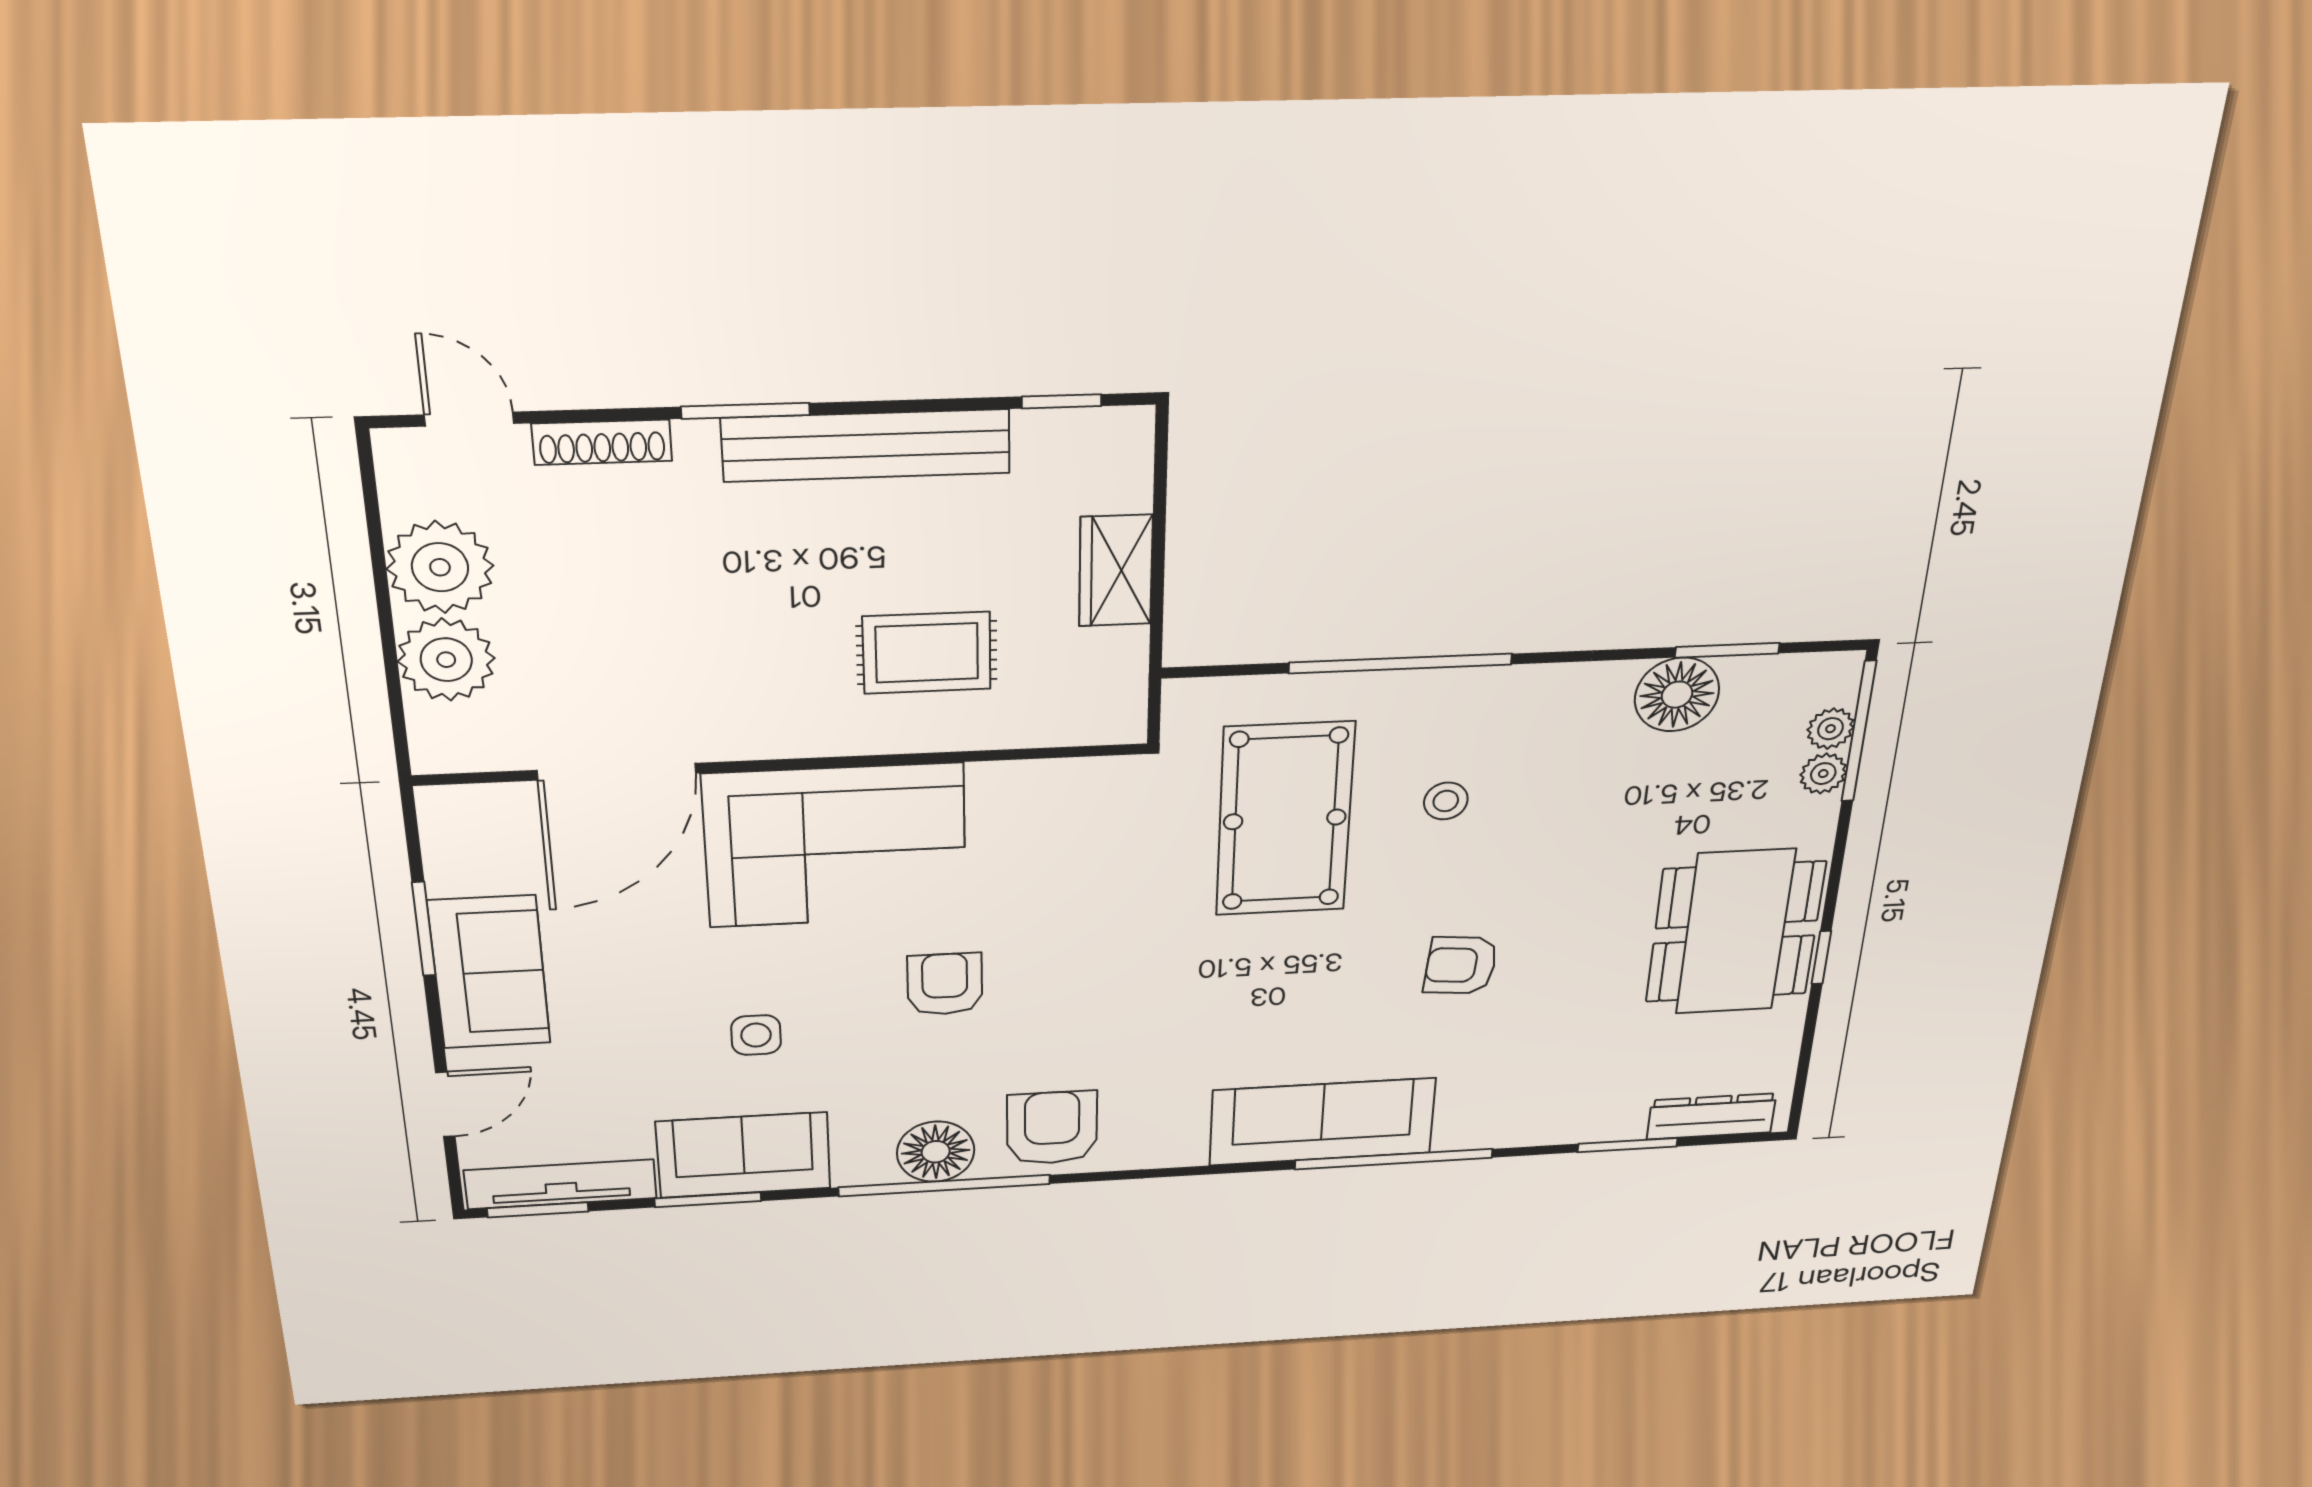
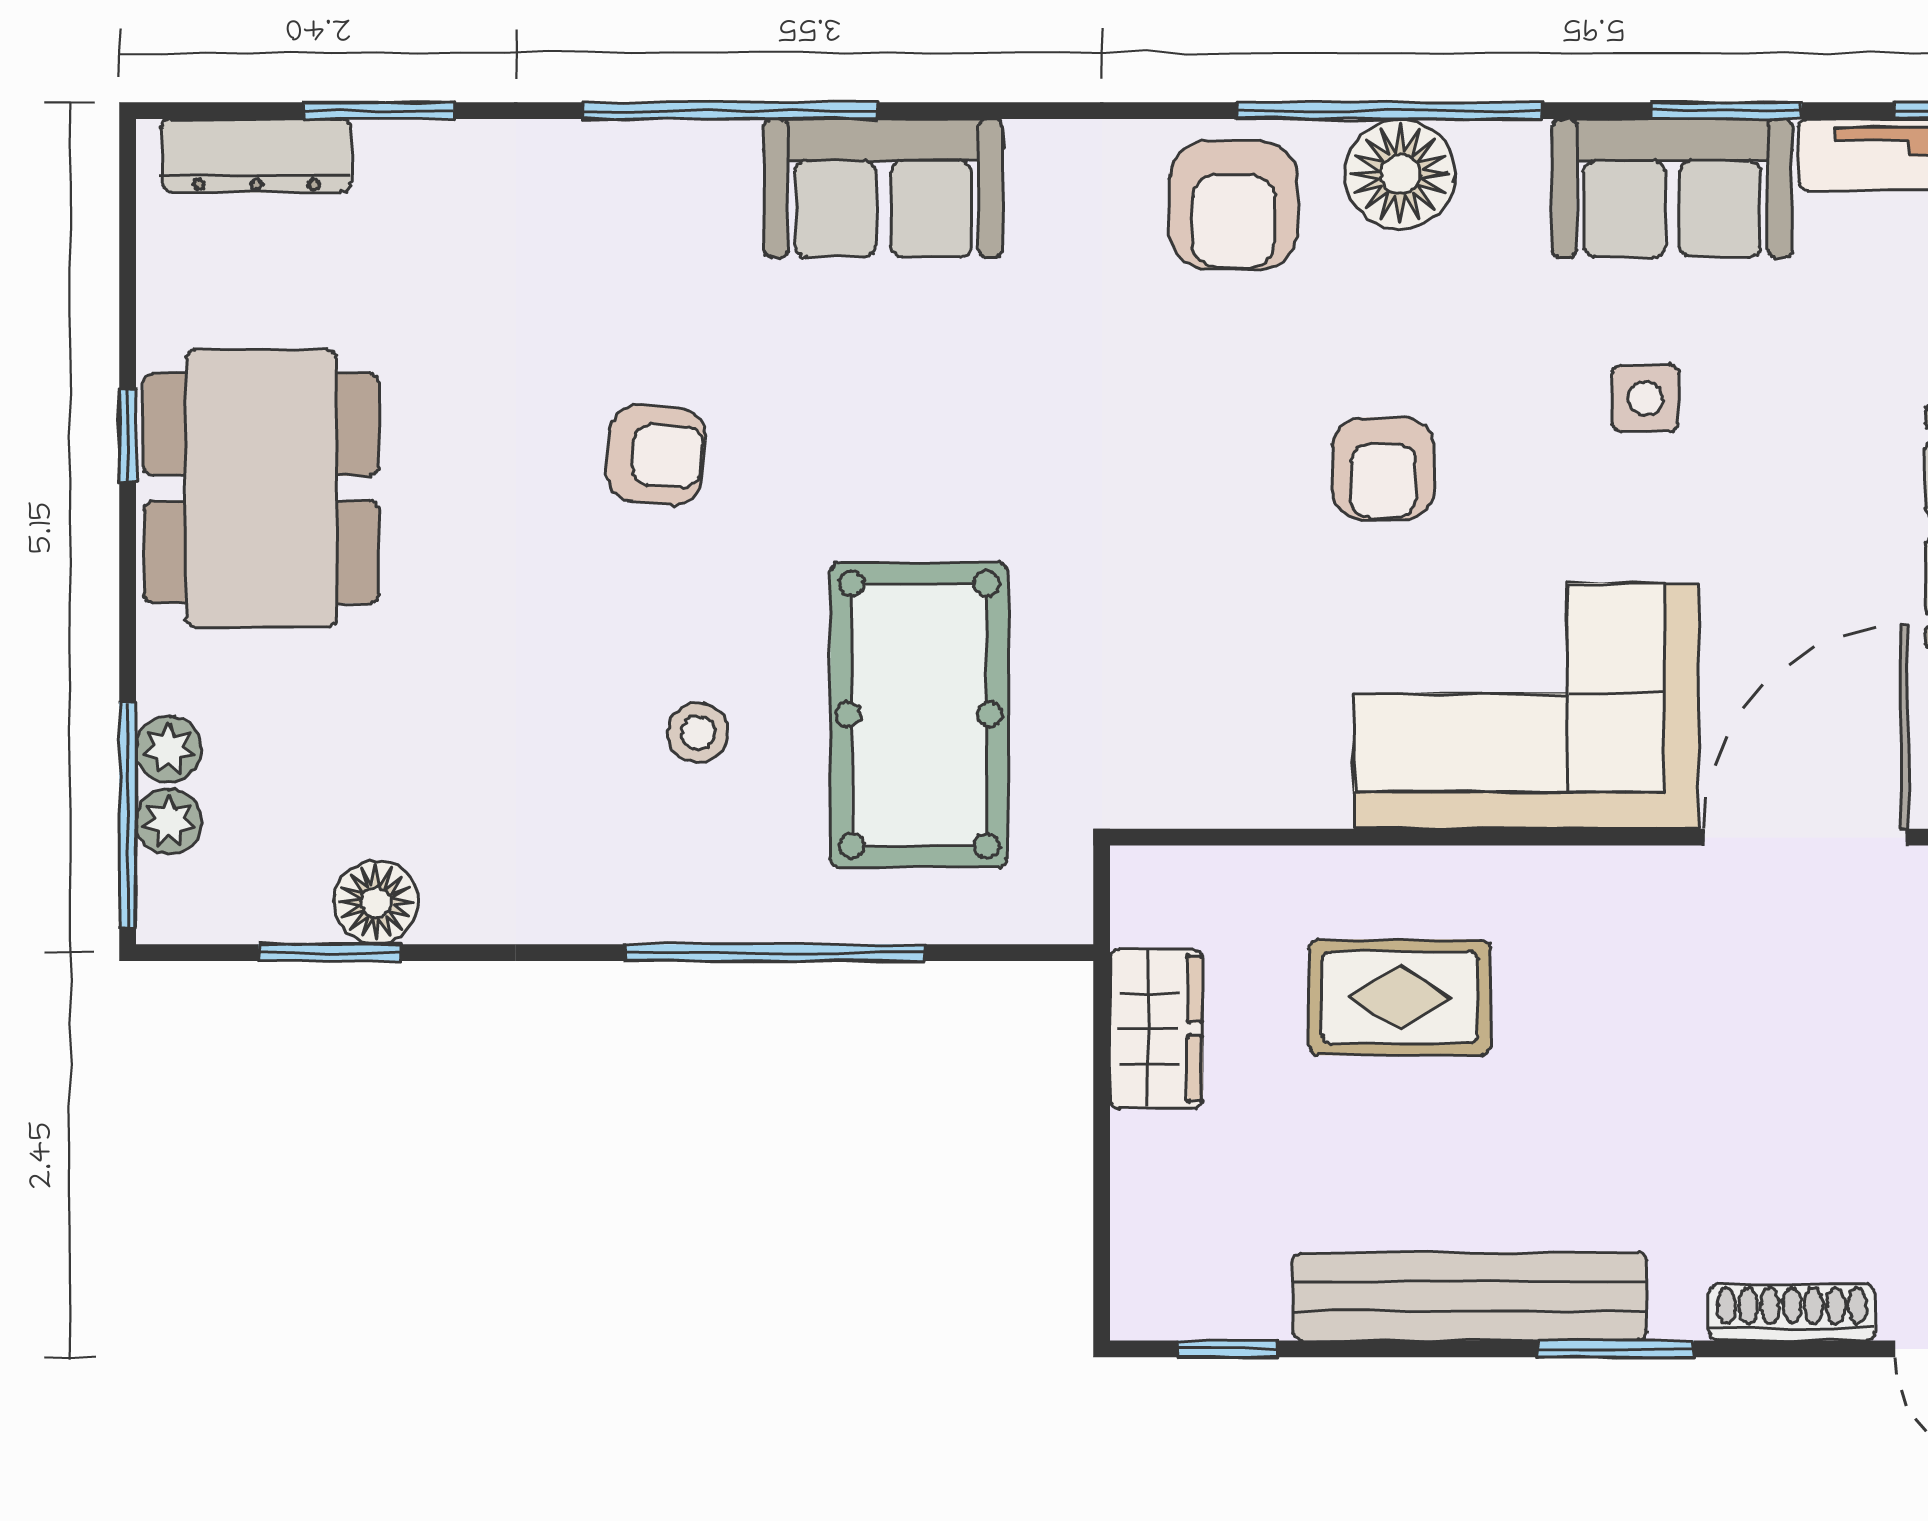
wardrobe: (1116, 571) -> (1156, 1029), moved
floor lamp: (1677, 695) -> (376, 902), width x0.73, depth x0.73
sofa: (1322, 1122) -> (883, 188), width x0.73

